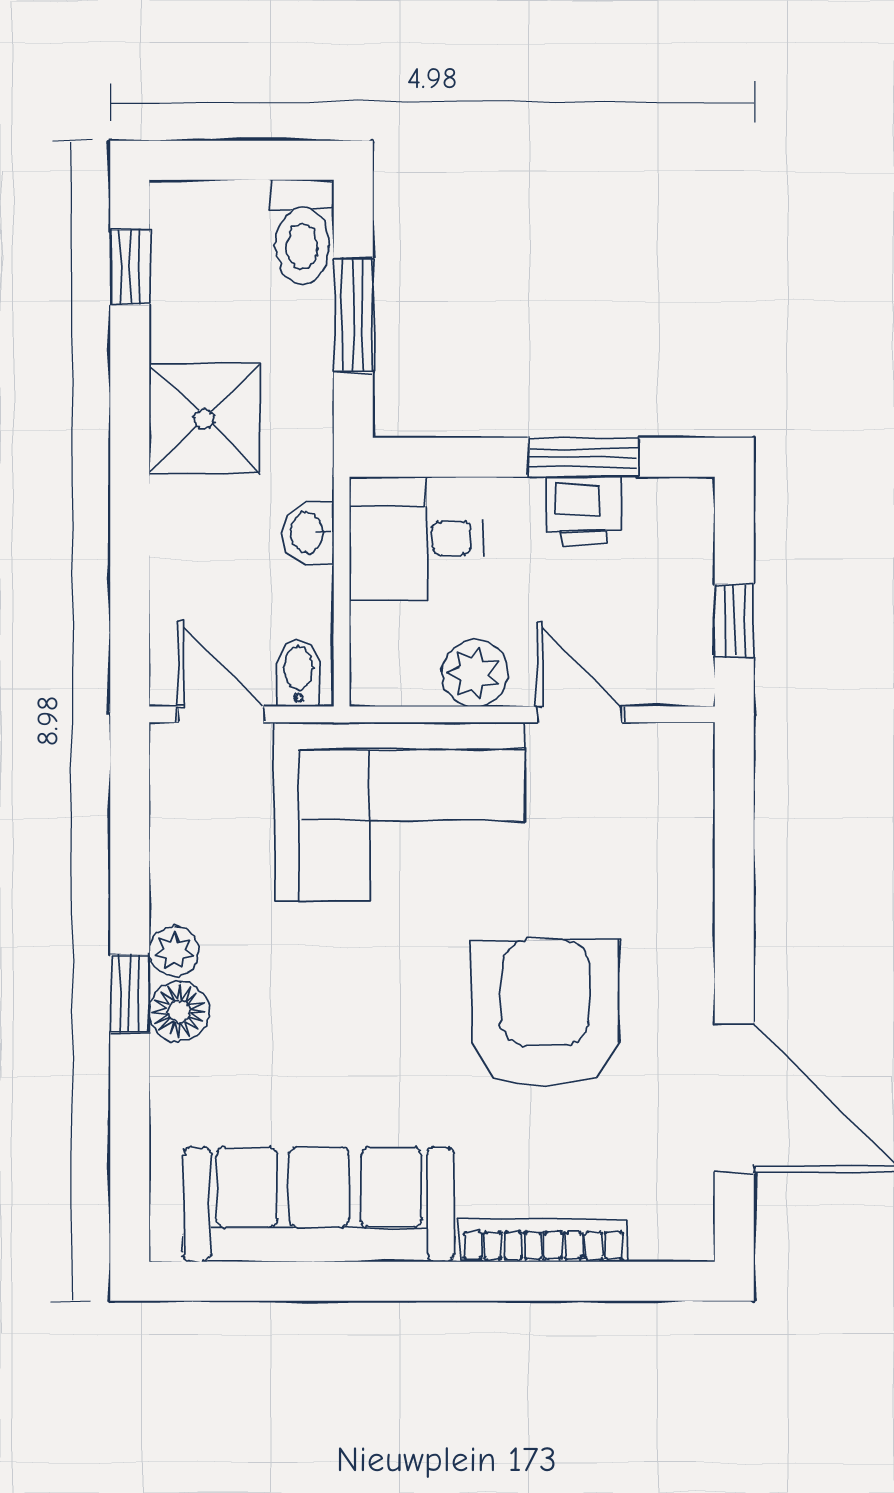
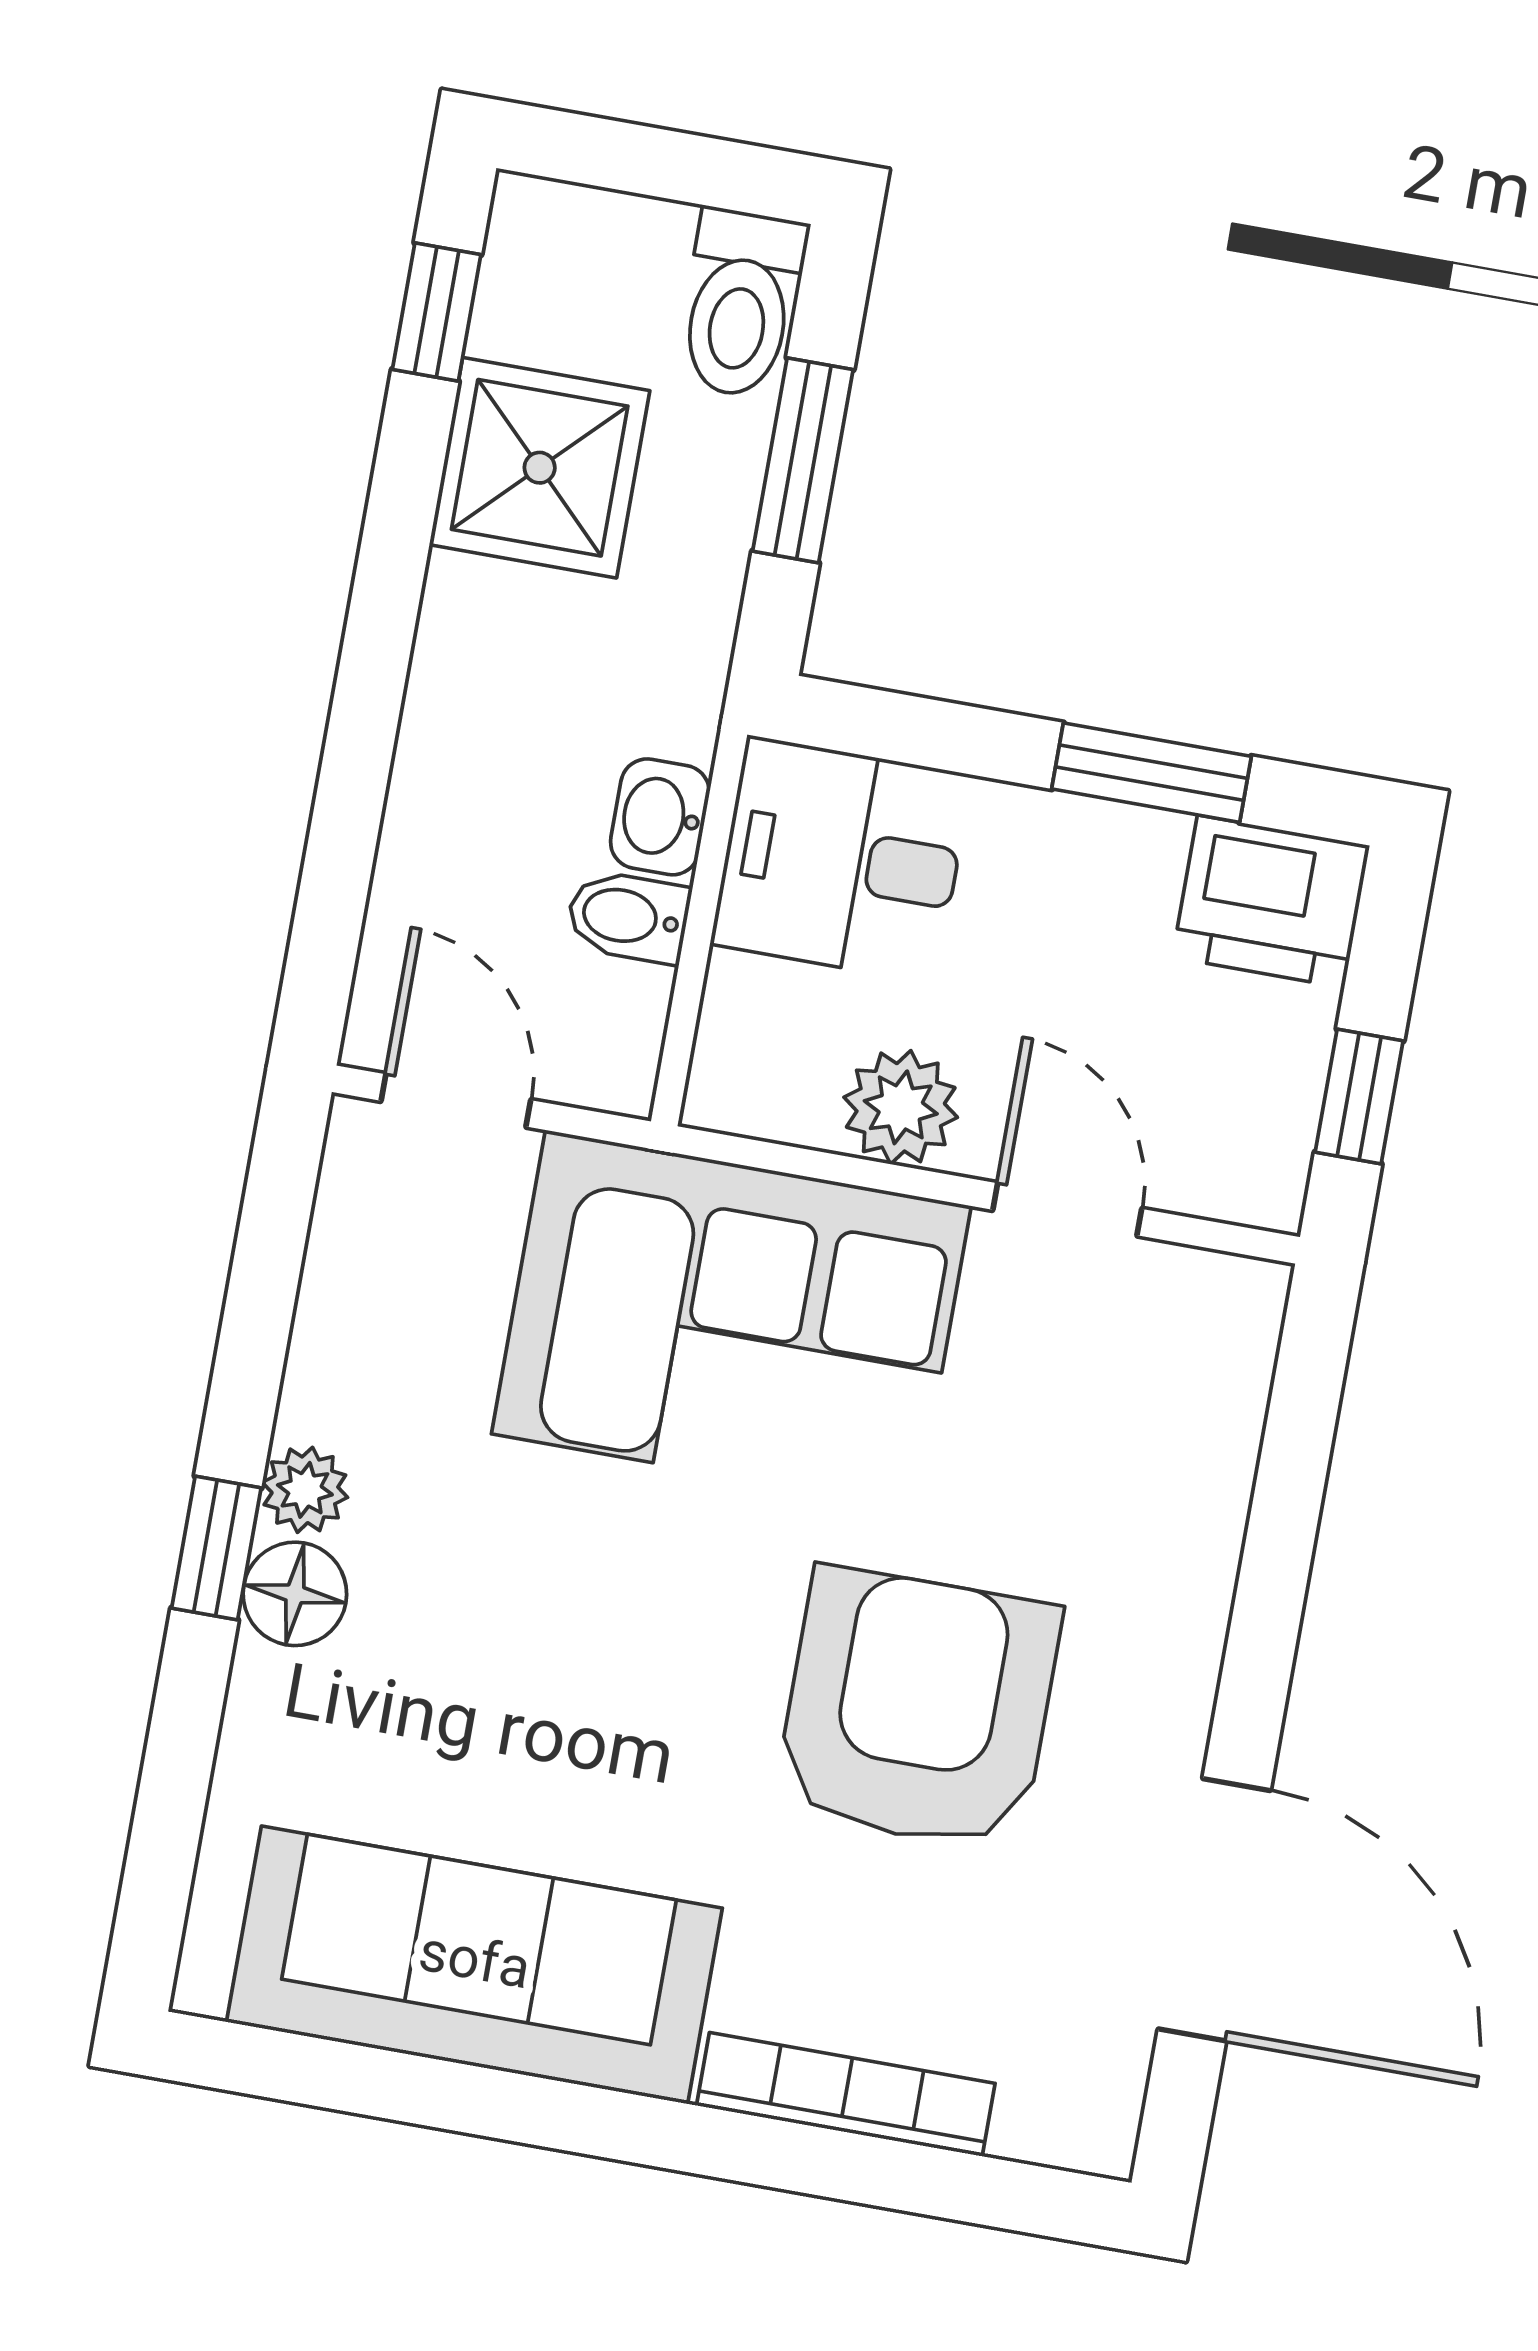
shower: (204, 419) -> (540, 468), moved
printer: (584, 510) -> (1271, 901), moved, width x1.36, depth x1.24
bidet: (298, 673) -> (628, 917), moved, turned -90

